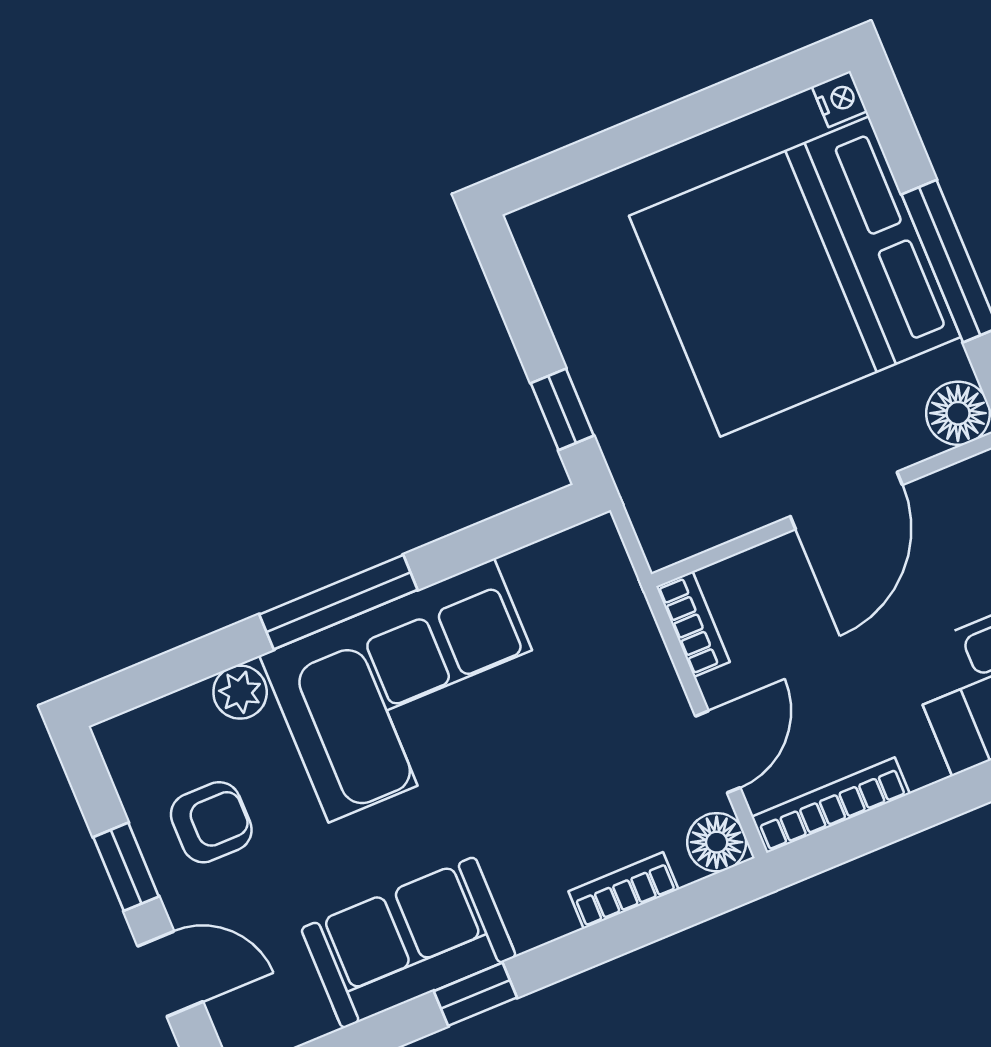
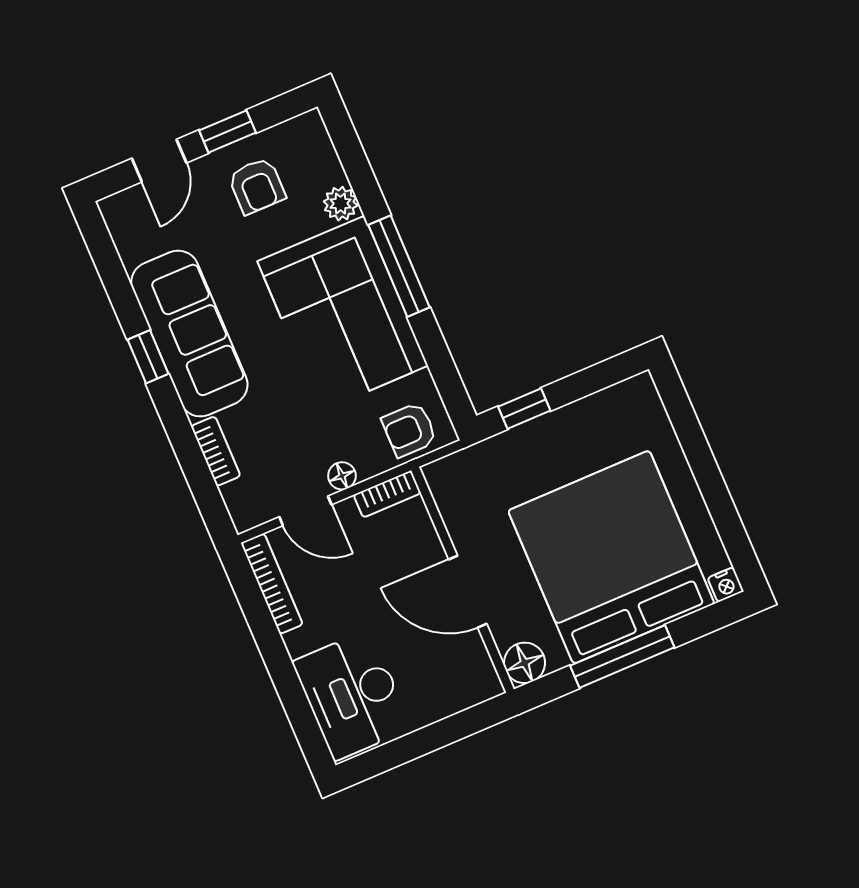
armchair: (593, 589) -> (409, 430), added
floor lamp: (717, 842) -> (342, 476), moved, width x0.73, depth x0.73
sofa: (408, 943) -> (189, 334), width x1.36

